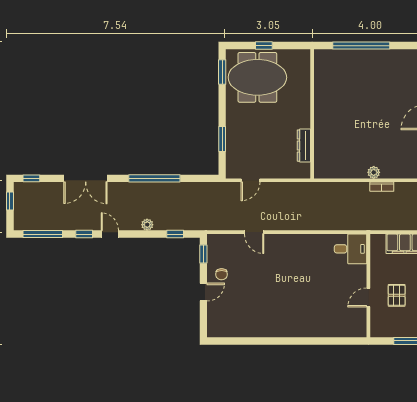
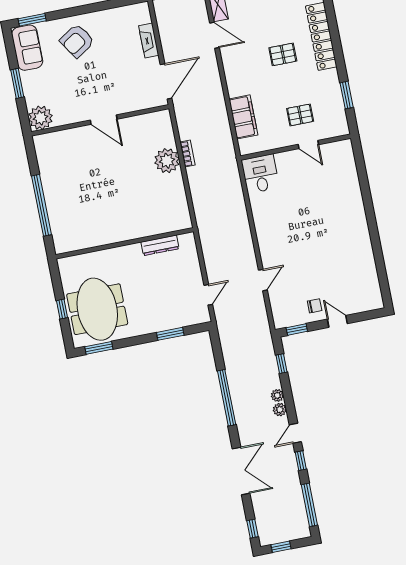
plant: (374, 172) -> (167, 161), width x1.88, depth x1.88
door: (250, 180) -> (208, 295), hinge flipped
plant: (134, 224) -> (280, 410), added

